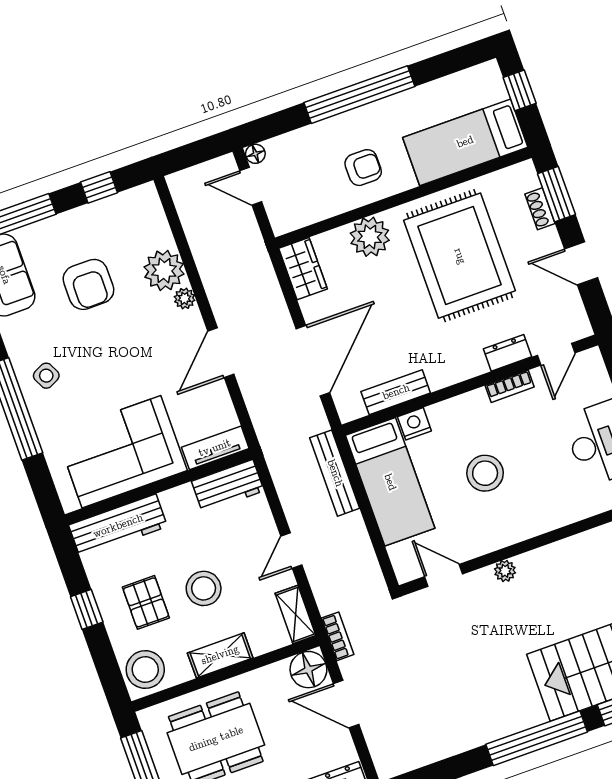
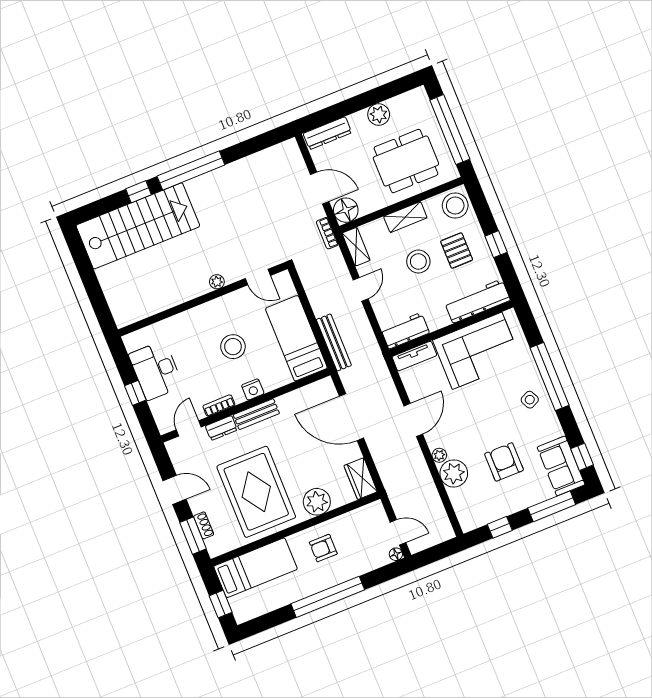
door: (313, 361) -> (351, 417), hinge flipped
bench: (396, 392) -> (256, 414), moved
nightstand: (414, 424) -> (253, 389), moved

